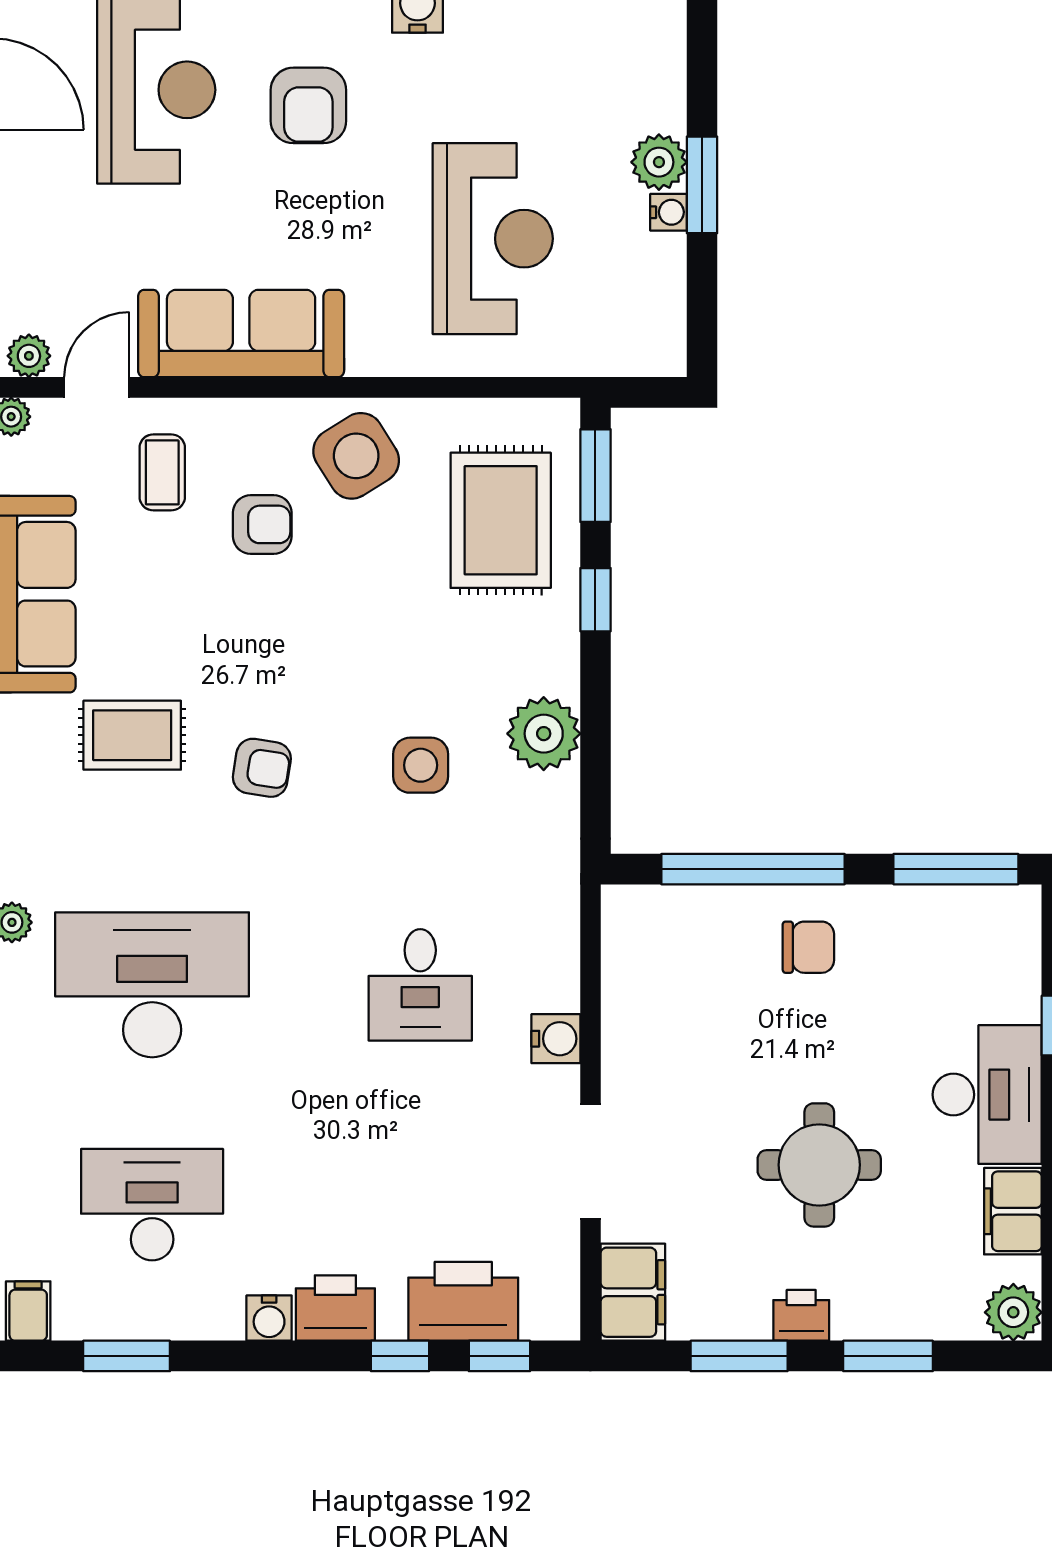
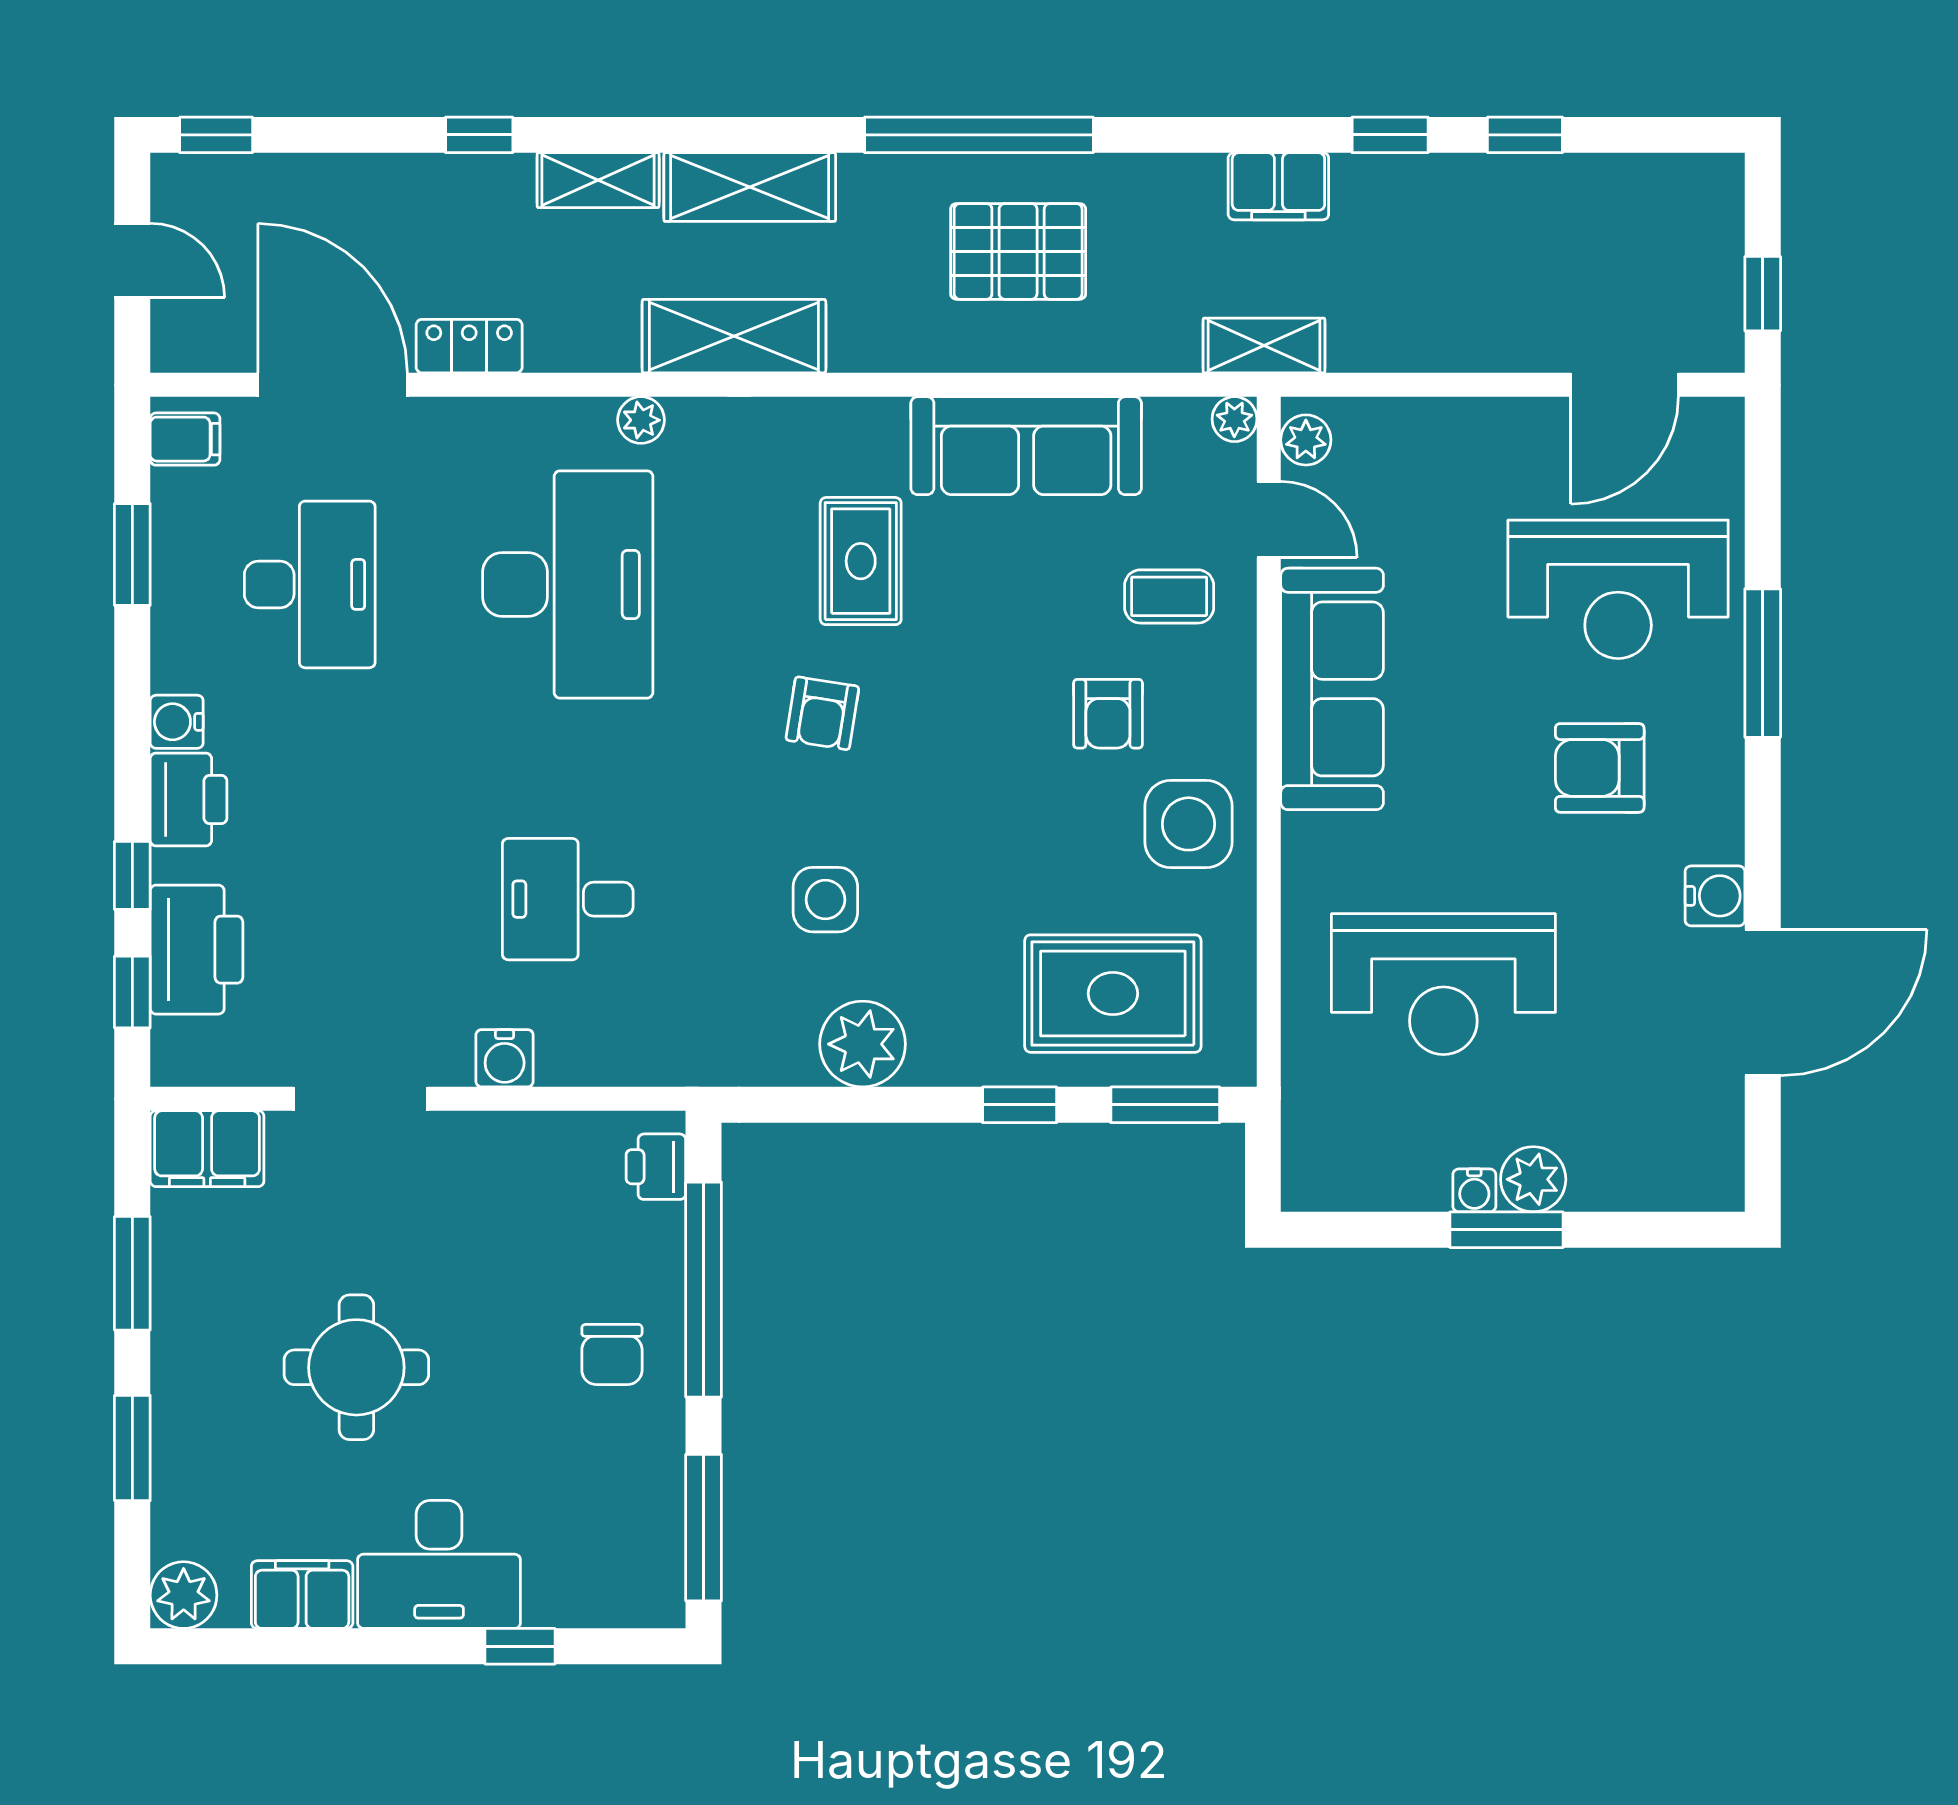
side table: (356, 456) -> (1189, 824), turned 32
printer: (801, 1315) -> (656, 1167), moved, turned 180

